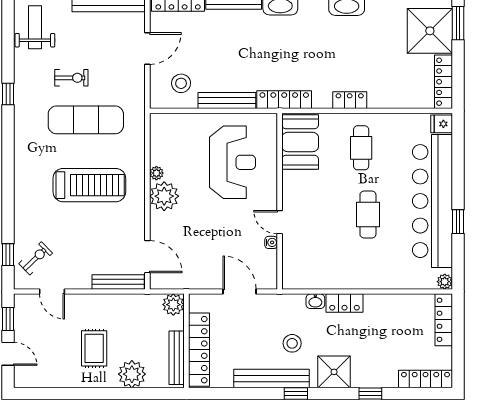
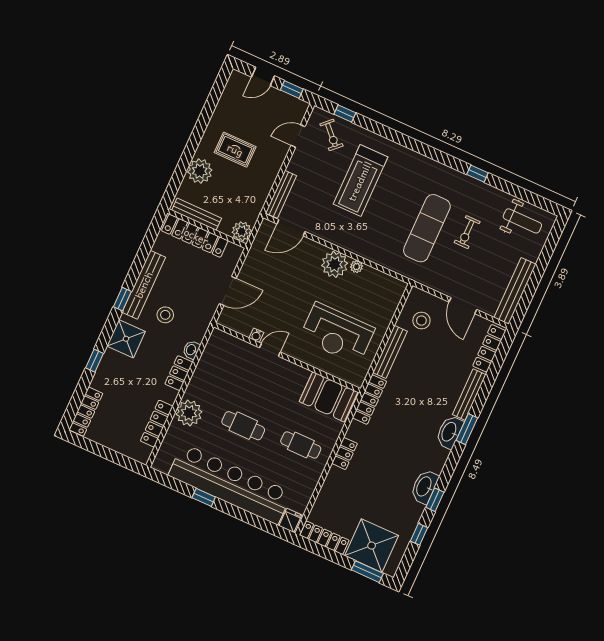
treadmill: (89, 185) -> (360, 181), moved
plant: (445, 282) -> (189, 413), moved, width x1.87, depth x1.87
locker: (444, 320) -> (157, 424), moved, turned -90

